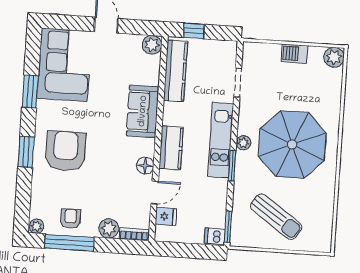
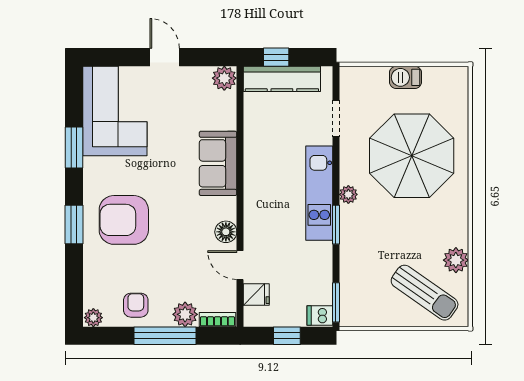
plant: (334, 57) -> (456, 260), moved
kitchen counter: (175, 71) -> (282, 79), moved, turned 90
parasol: (292, 144) -> (412, 156), moved
kitchen counter: (171, 148) -> (257, 207), removed
armchair: (66, 151) -> (124, 220), turned -90
door: (155, 193) -> (240, 265), swing flipped
sun lounger: (276, 217) -> (425, 293), moved
window: (69, 243) -> (165, 336), moved
window: (188, 251) -> (287, 336), added

